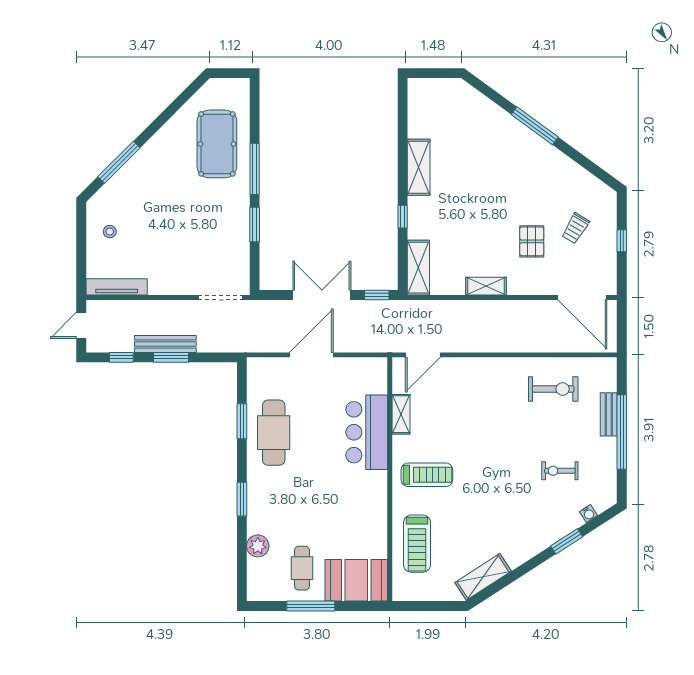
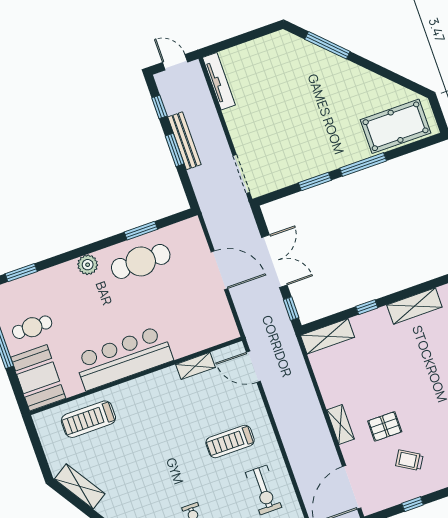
pool table: (217, 144) -> (396, 126), moved
stool: (110, 232) -> (265, 58), removed
shelving: (486, 286) -> (341, 424), moved
bar counter: (367, 432) -> (124, 358), moved, width x1.36
treadmill: (427, 475) -> (230, 441), moved, turned 90
window: (242, 499) -> (21, 273), moved
plant: (258, 546) -> (88, 265), moved

